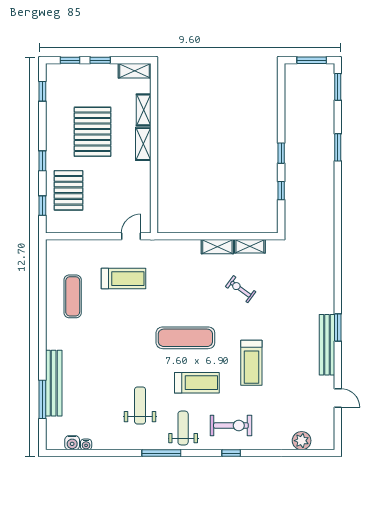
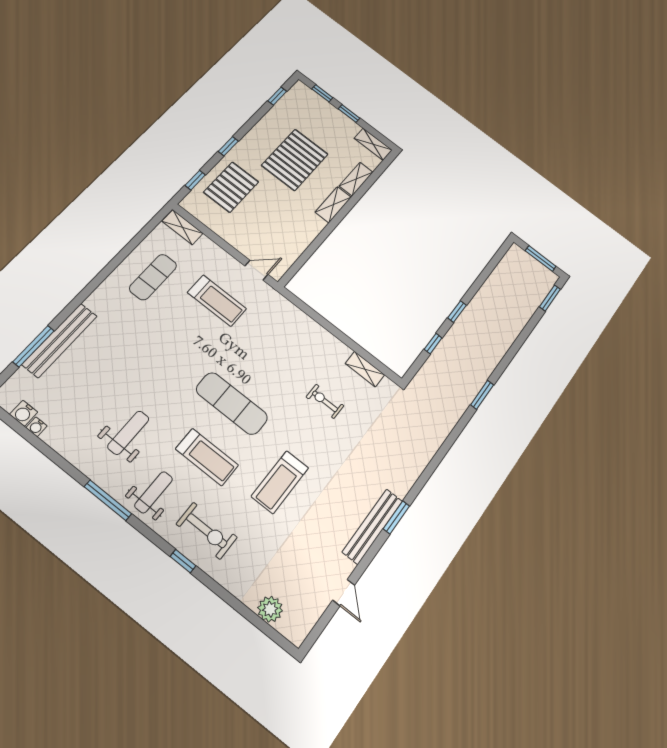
window: (338, 147) -> (482, 395), moved
shelving: (217, 247) -> (182, 227), moved
exercise bike: (241, 289) -> (325, 401), turned -36

